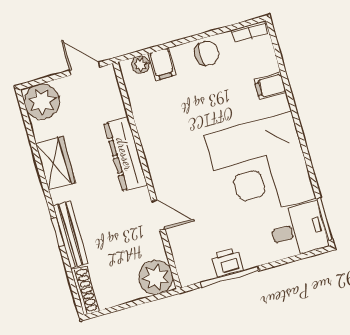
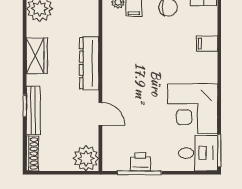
corner desk: (260, 167) -> (193, 109), width x0.74, depth x0.74

